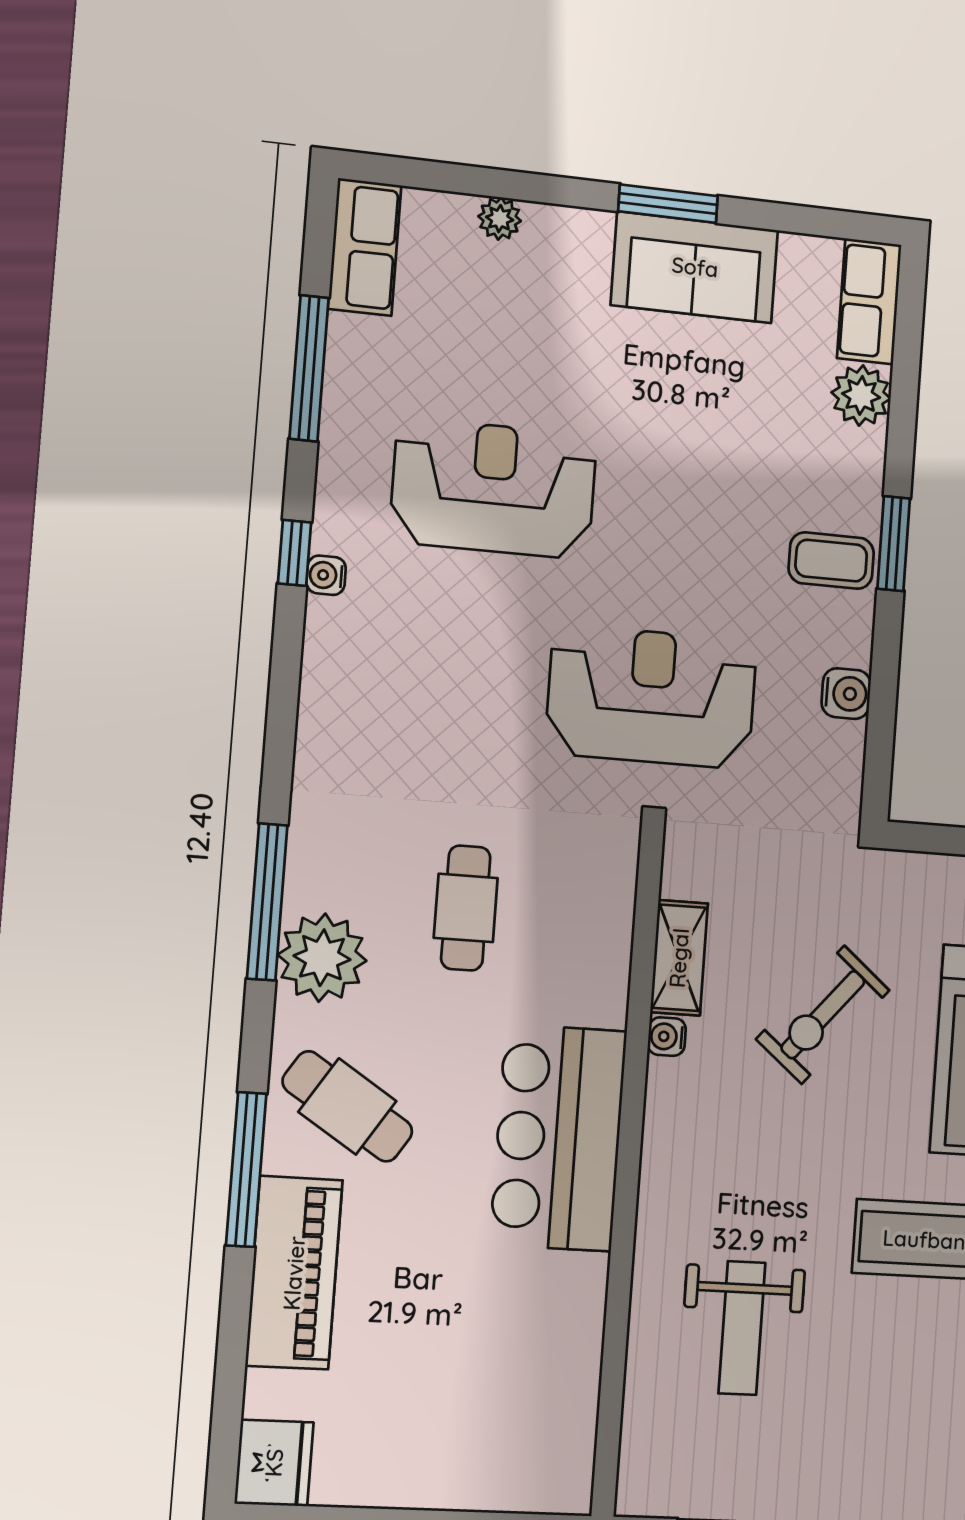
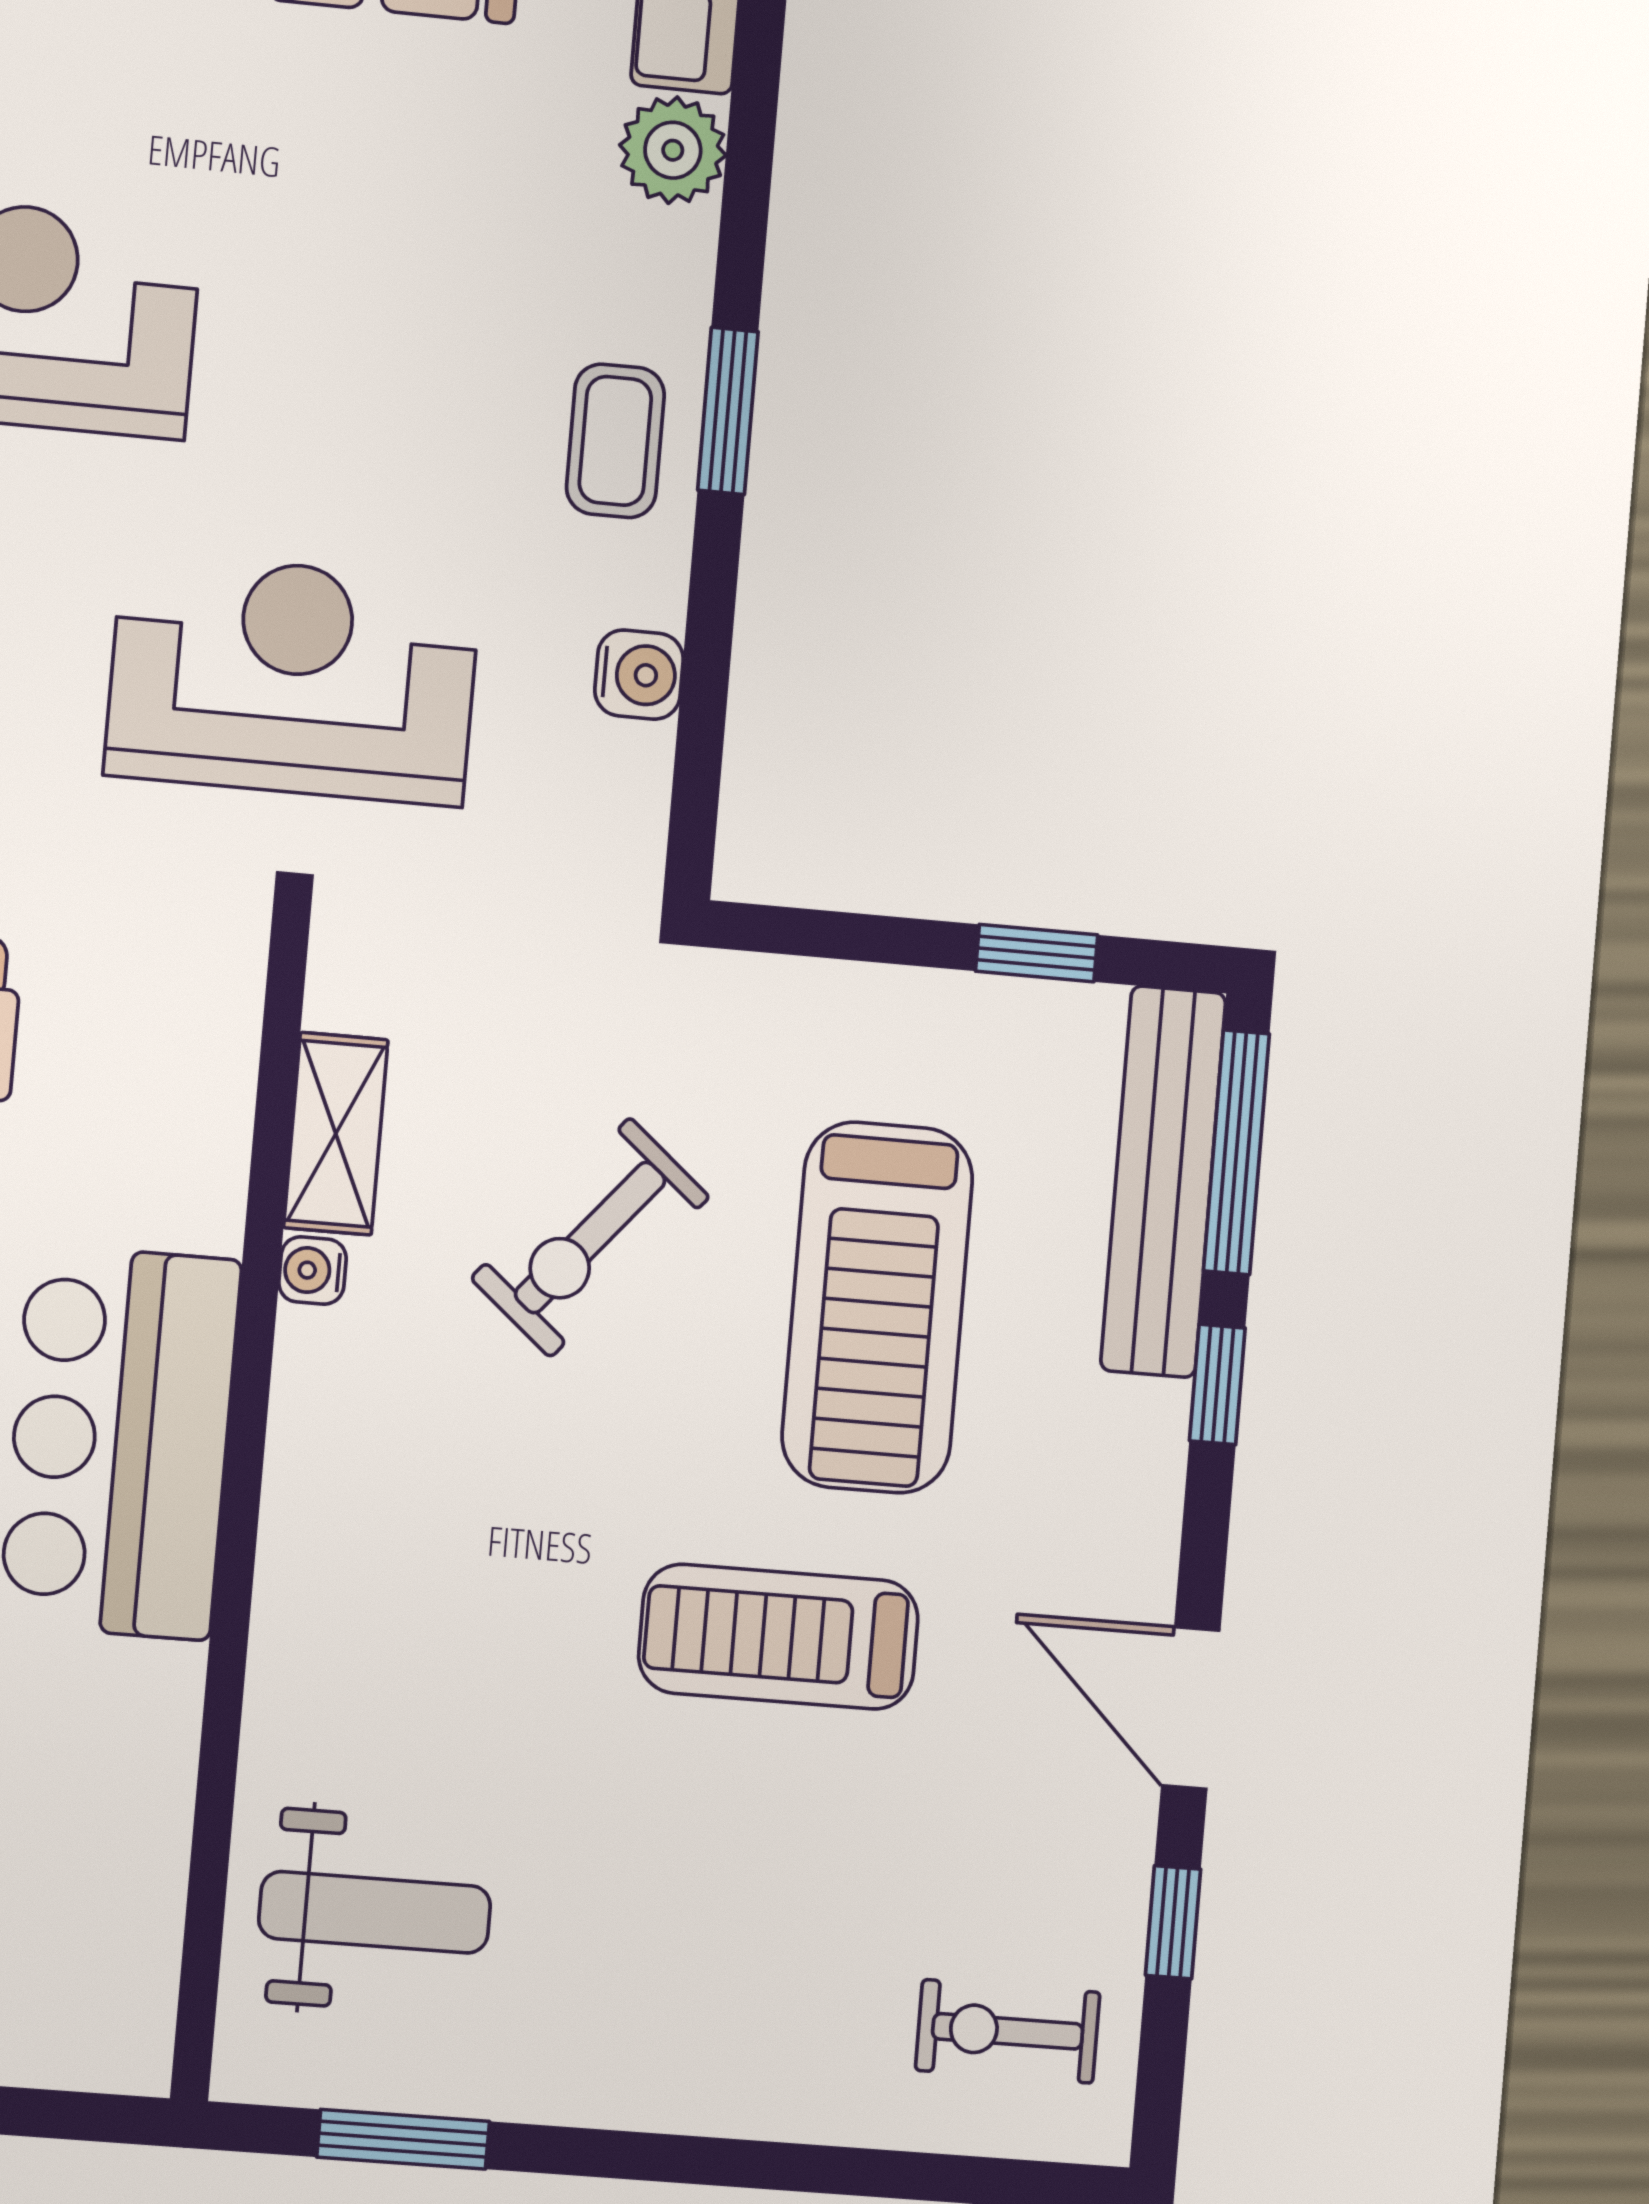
coffee table: (831, 561) -> (615, 441), turned 90
weight bench: (742, 1328) -> (375, 1912), moved, turned -90

